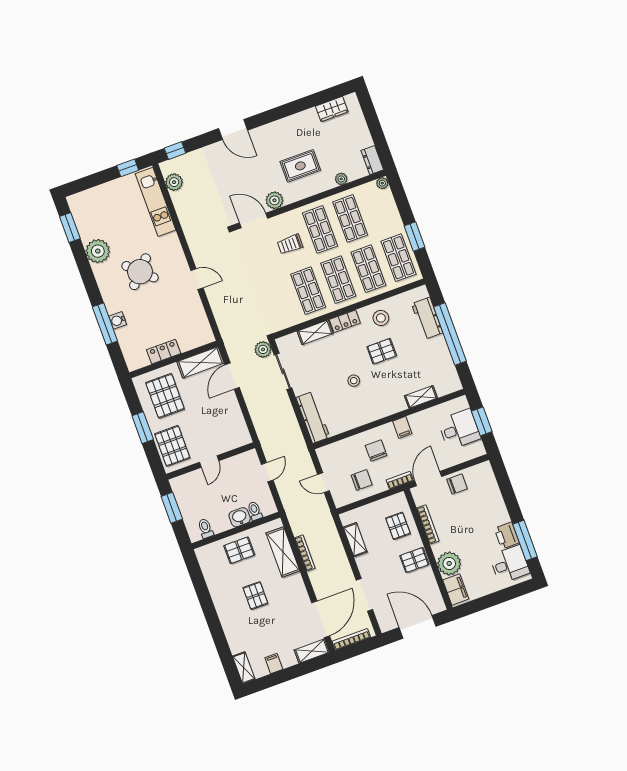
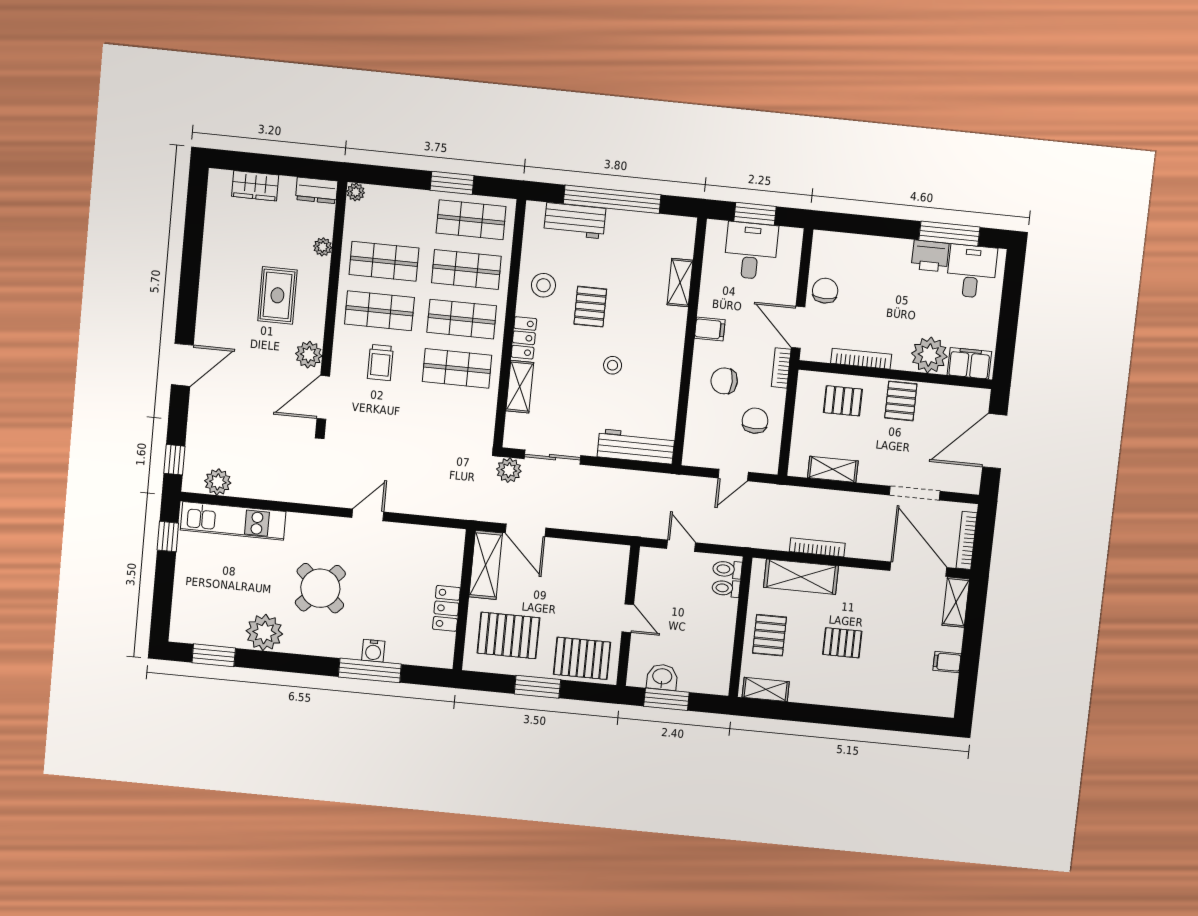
wardrobe: (332, 109) -> (255, 186), moved, turned 90
washbasin: (240, 517) -> (662, 677), moved, turned 90
toilet: (205, 528) -> (727, 569), moved
shelving: (244, 668) -> (766, 689), moved

